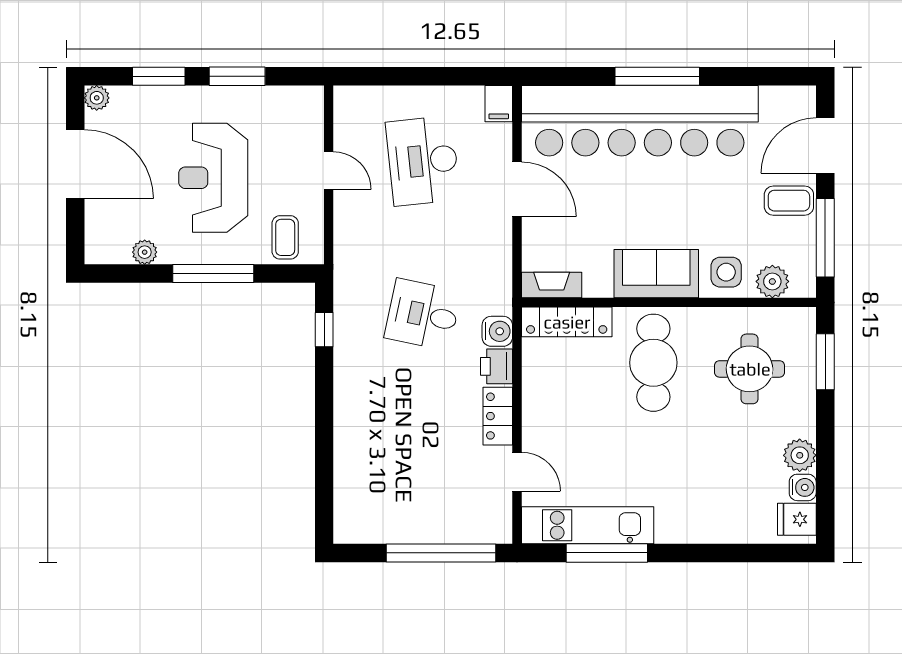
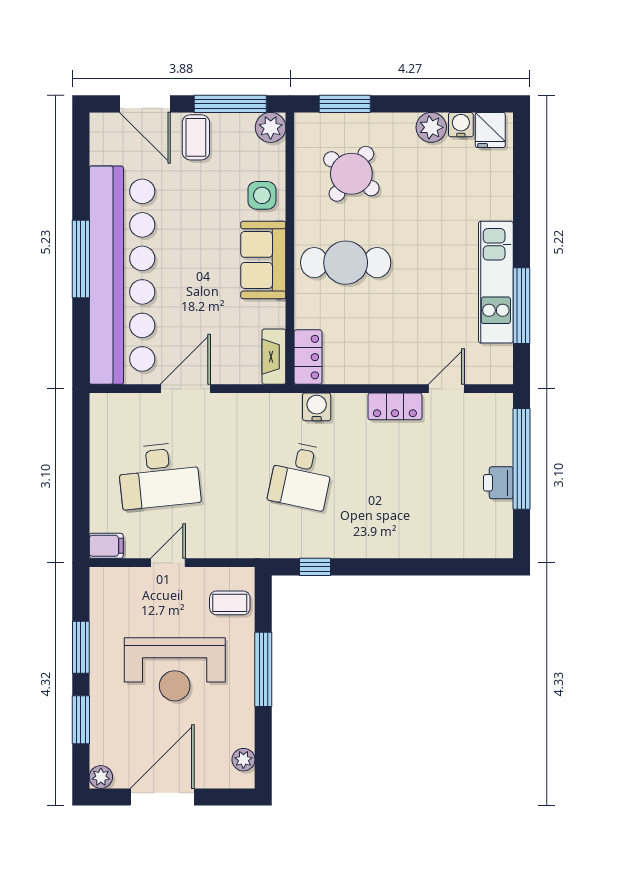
filing cabinet: (499, 104) -> (106, 546), moved
plant: (145, 252) -> (243, 760), moved
plant: (772, 281) -> (271, 127), moved
locker: (567, 322) -> (308, 357), width x0.66
printer: (496, 366) -> (498, 483), moved, turned 90
round table: (750, 369) -> (351, 174), turned 36
kitchen unit: (588, 525) -> (496, 282), moved

